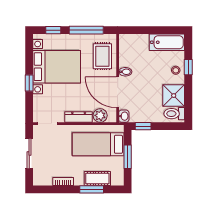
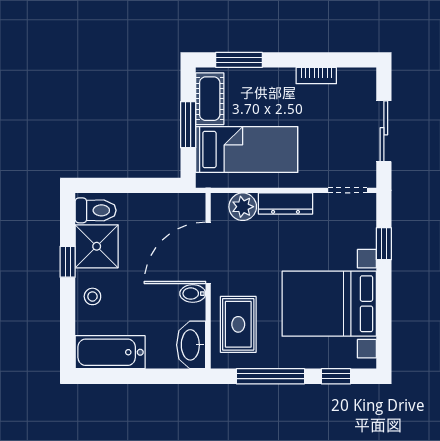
window: (188, 67) -> (68, 262), moved
window: (29, 83) -> (384, 244), moved
door: (118, 92) -> (208, 253), swing flipped
washbasin: (124, 116) -> (191, 345), moved, width x1.91, depth x1.45
window: (143, 126) -> (157, 185), removed
cot: (97, 178) -> (210, 99), moved, turned 90
window: (92, 189) -> (239, 60), moved

